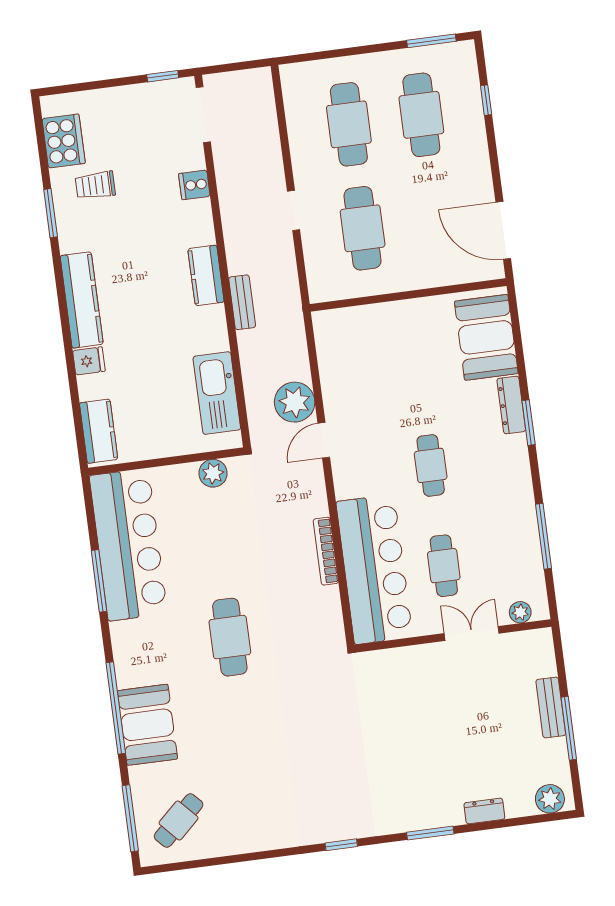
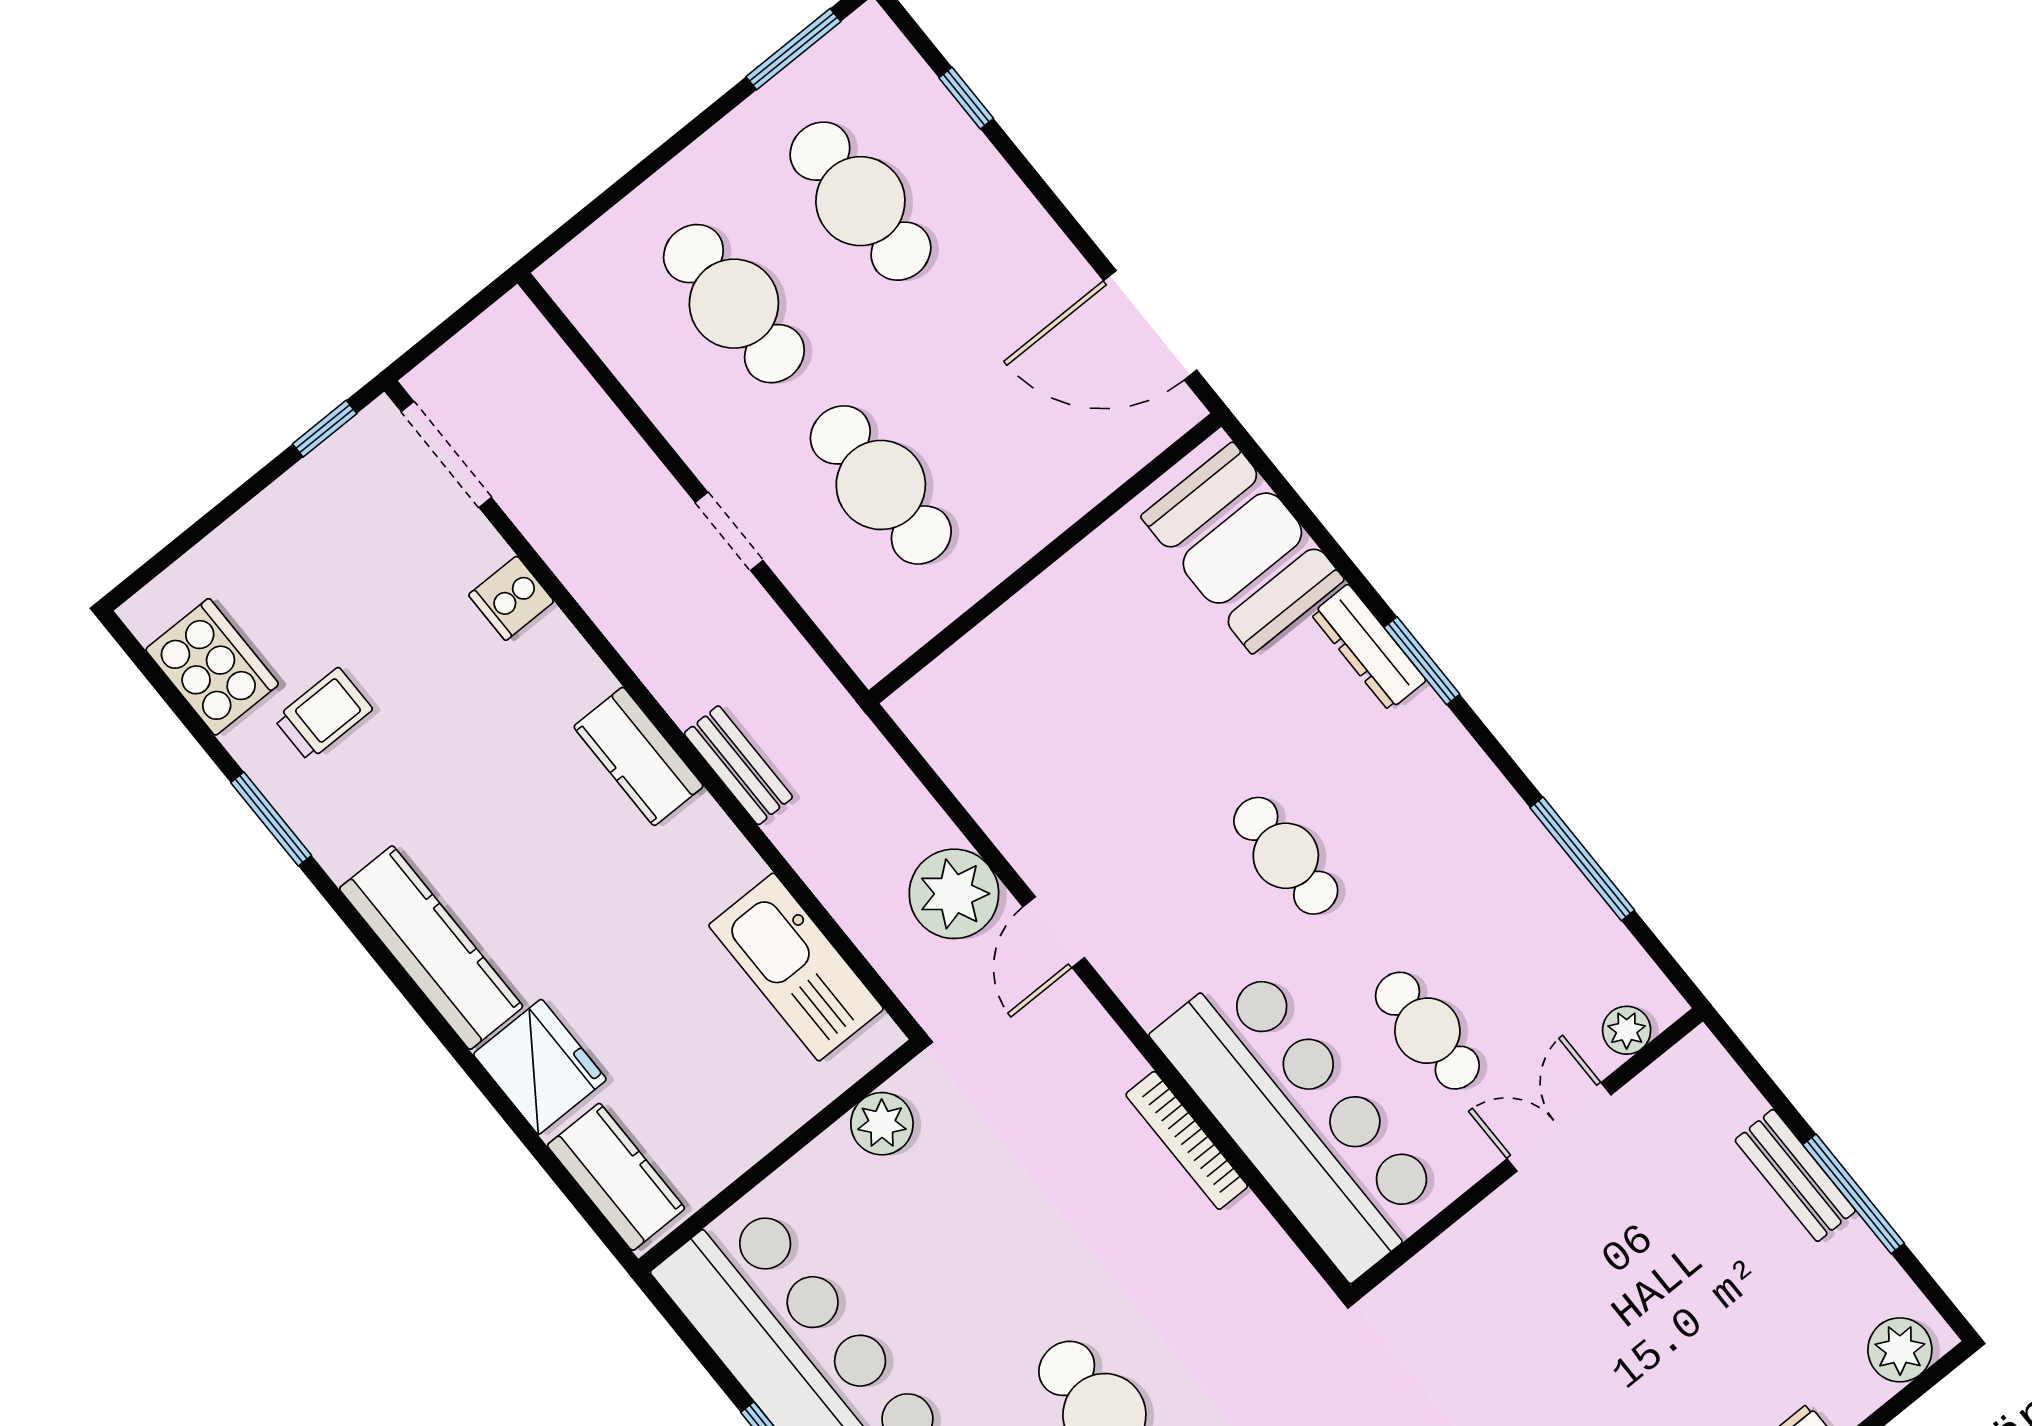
trolley: (95, 185) -> (323, 714), turned 180
fridge: (89, 361) -> (540, 1067), width x1.88, depth x1.34

